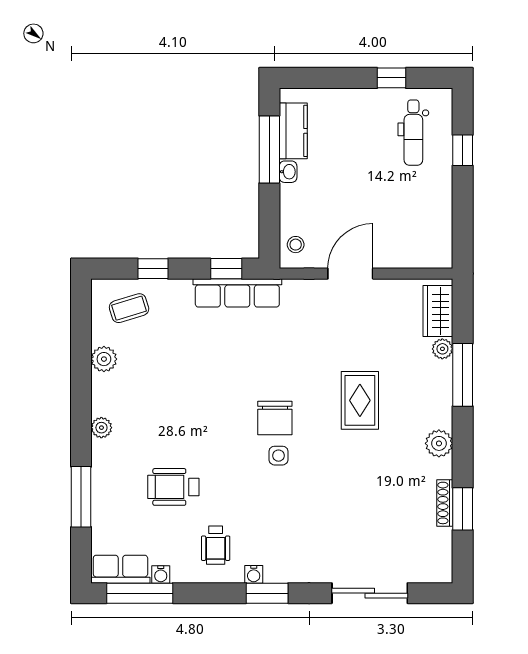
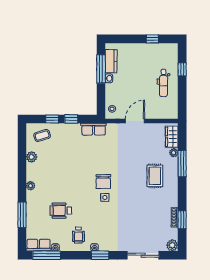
dental chair: (413, 133) -> (164, 83), moved
window: (226, 269) -> (71, 119), moved
row of seats: (237, 293) -> (94, 129), width x0.68
rug: (360, 400) -> (155, 176), moved
plant: (439, 443) -> (172, 245), moved

